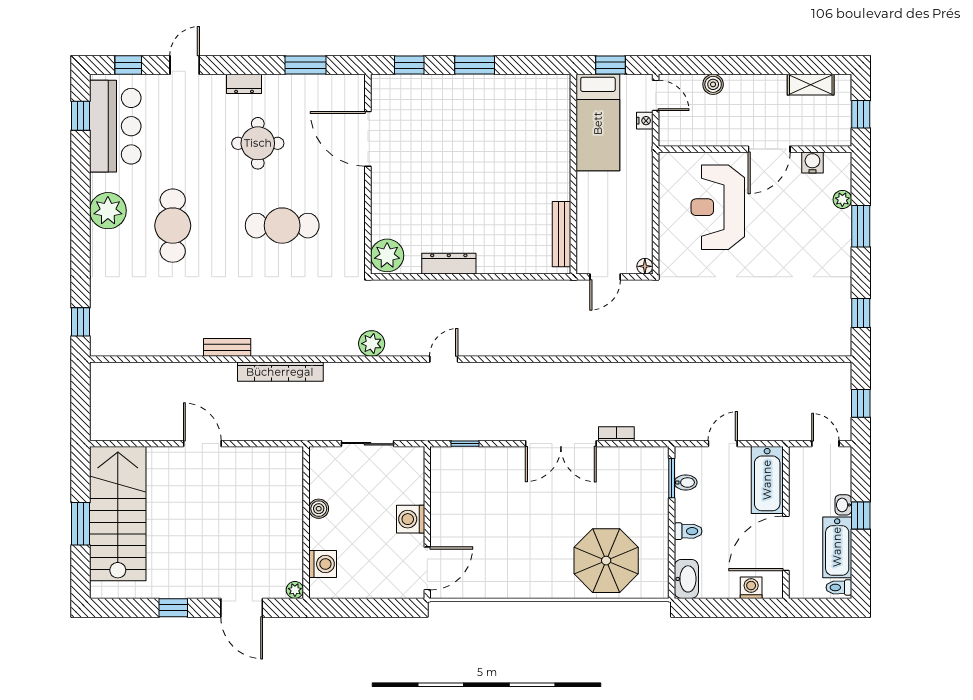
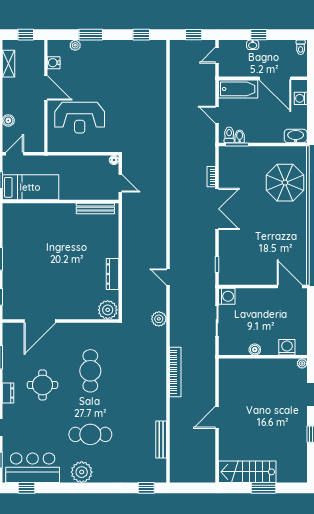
nightstand: (645, 121) -> (29, 160), removed
bench: (227, 347) -> (161, 439), moved, width x1.36
stairs: (118, 514) -> (247, 472), width x0.73, depth x0.66
washing machine: (411, 519) -> (227, 296), moved, turned -90
toilet: (688, 531) -> (229, 135), moved
bathtub: (837, 547) -> (277, 48), removed

